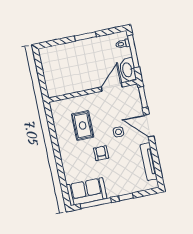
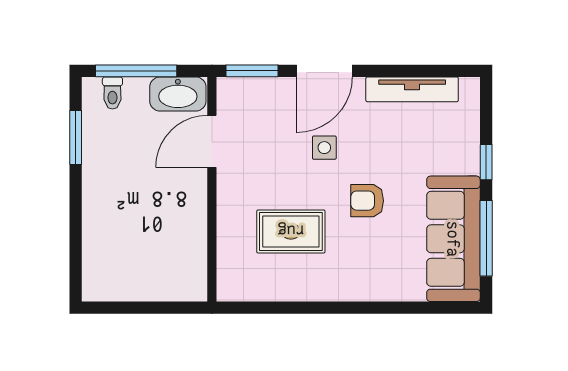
window: (85, 36) -> (76, 137), moved
door: (112, 87) -> (212, 141), hinge flipped
sofa: (86, 192) -> (453, 239), width x1.36

